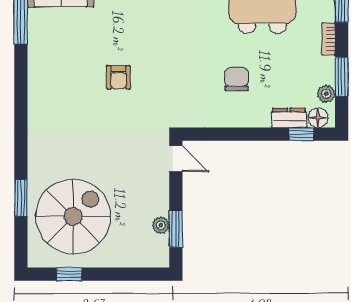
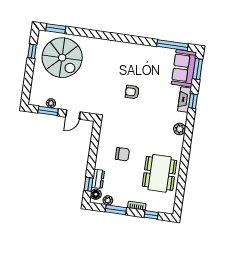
door: (176, 159) -> (73, 114), moved
window: (21, 198) -> (56, 29), moved

